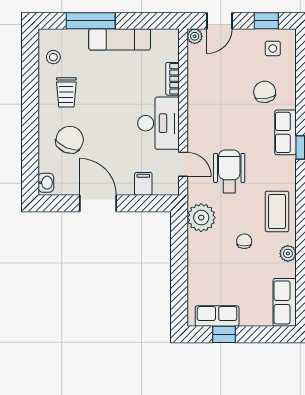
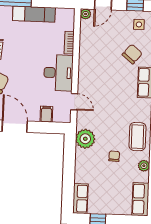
chair: (265, 92) -> (132, 54), turned 48
wheelchair: (229, 171) -> (106, 108), removed
row of seats: (217, 316) -> (80, 199), moved, turned 90

